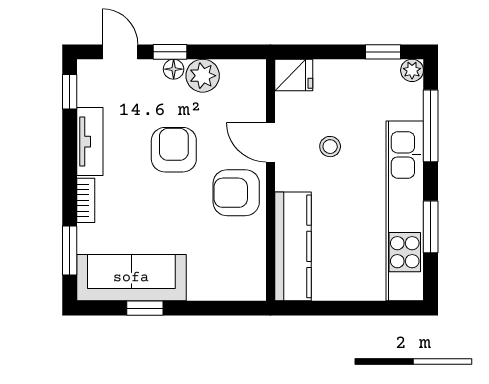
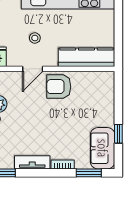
armchair: (174, 150) -> (36, 119), removed
armchair: (236, 193) -> (59, 87), turned 90
sofa: (131, 278) -> (103, 148), width x0.73

